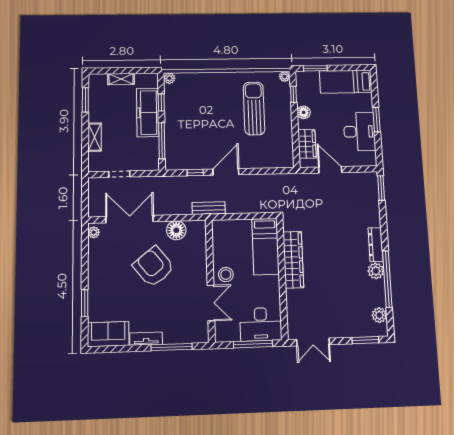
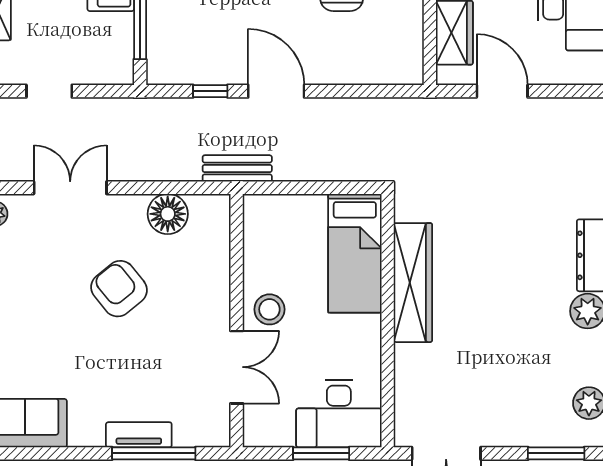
door: (226, 172) -> (276, 91), hinge flipped
double door: (130, 219) -> (70, 188), width x0.73
armchair: (153, 267) -> (119, 289), width x0.73, depth x0.73
tv unit: (146, 339) -> (139, 435), moved
window: (253, 344) -> (321, 453), width x0.69

